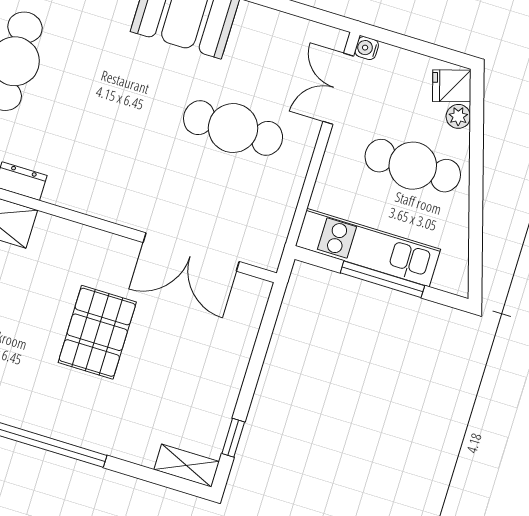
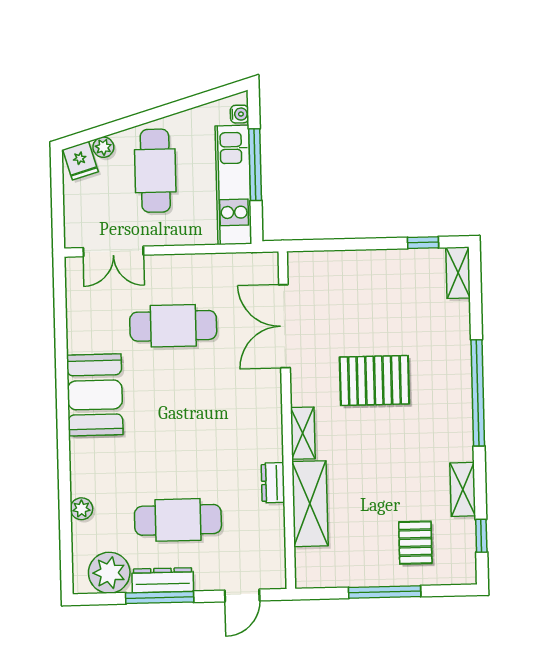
water cooler: (367, 48) -> (239, 114), moved, turned -90
cafe table: (233, 128) -> (173, 326), turned 90
shelving: (65, 233) -> (303, 433), added
double door: (191, 252) -> (284, 326), swing flipped

